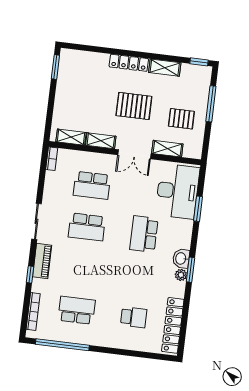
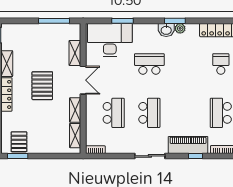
window: (211, 104) -> (54, 21), moved
pallet: (181, 119) -> (19, 142), moved
school desk: (144, 234) -> (149, 64), turned 180
piano: (42, 261) -> (188, 145), width x1.37, depth x1.33

